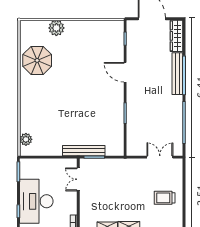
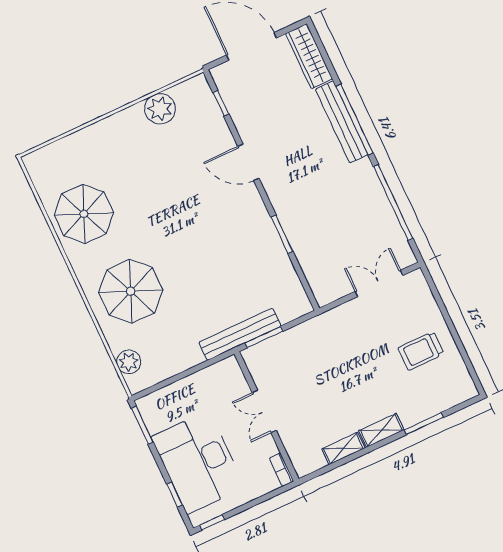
plant: (56, 28) -> (160, 109), moved
parasol: (42, 107) -> (131, 291), added
double door: (78, 179) -> (264, 411), moved

